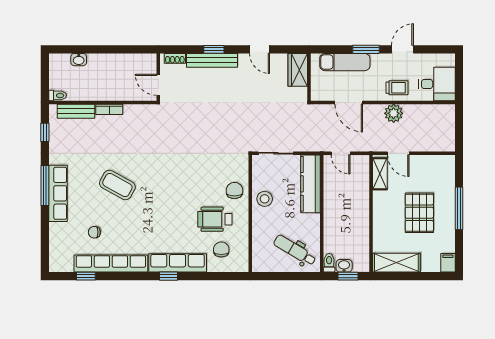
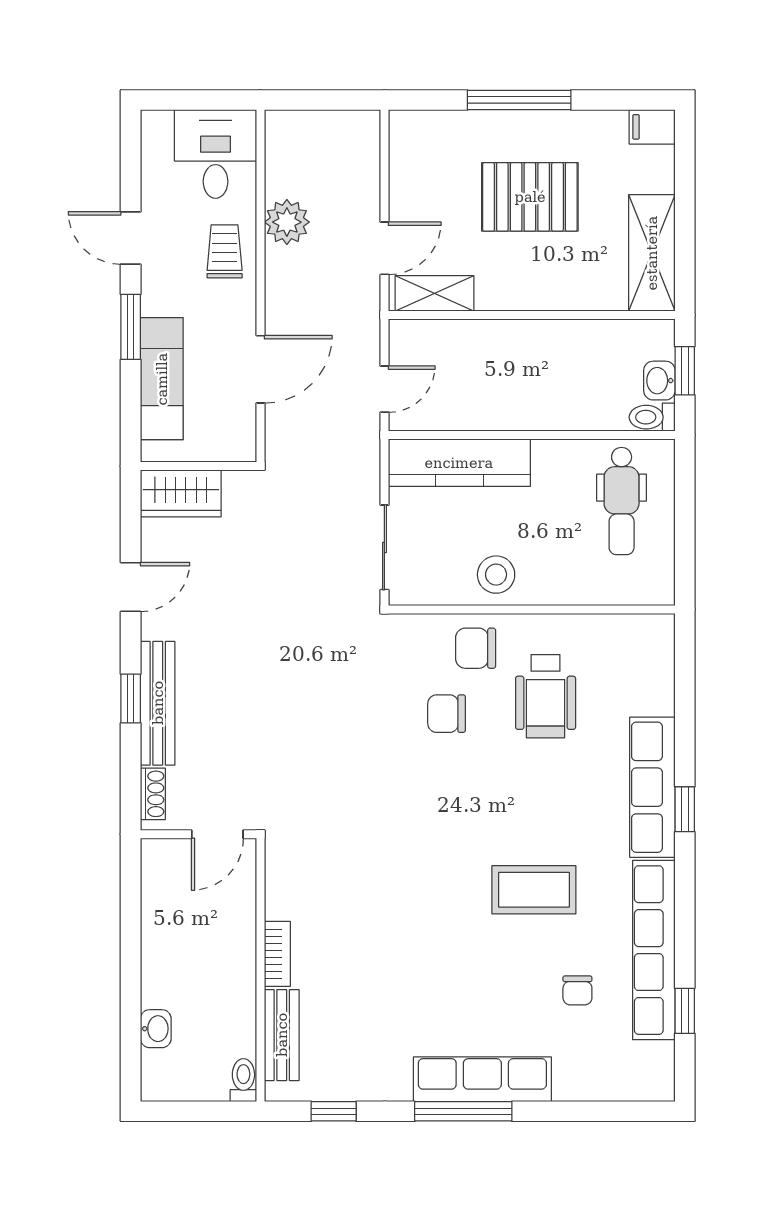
plant: (394, 113) -> (287, 222), moved
coffee table: (117, 185) -> (534, 890), moved, turned 61
chair: (221, 250) -> (447, 714), moved
dental chair: (295, 250) -> (622, 501), turned -31

